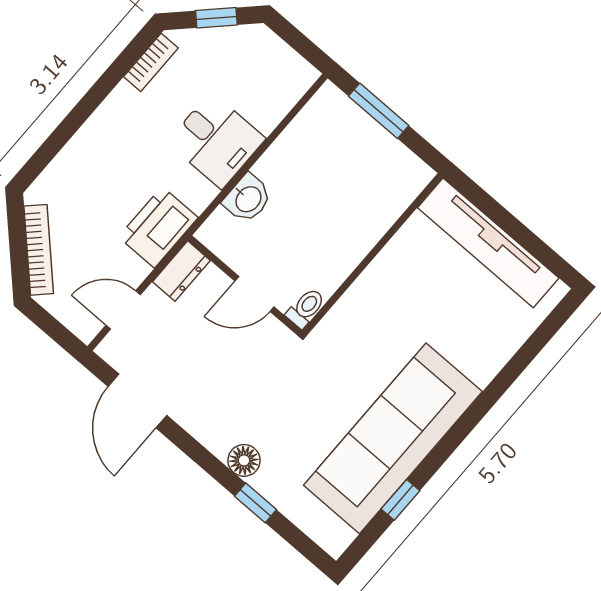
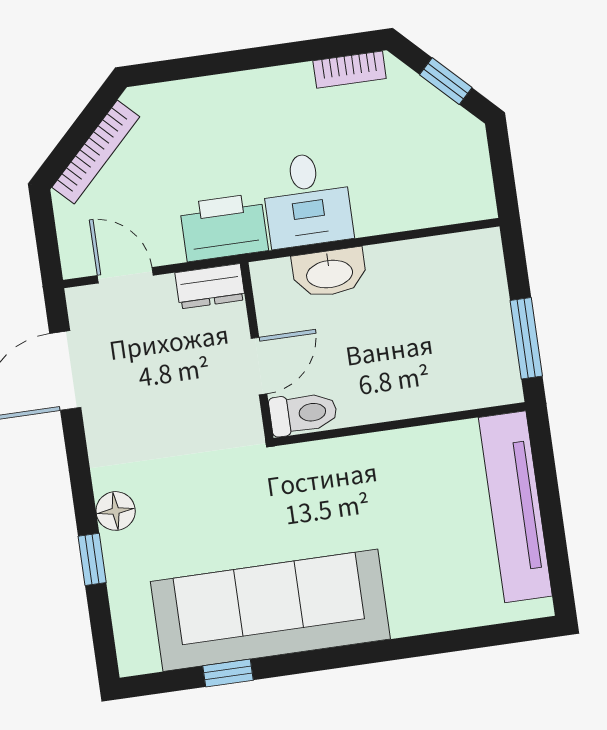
window: (379, 111) -> (526, 338), moved
desk: (216, 140) -> (307, 200), moved
washbasin: (248, 199) -> (329, 273), width x1.38
door: (254, 294) -> (259, 366), swing flipped
toilet: (306, 308) -> (303, 413), width x1.37, depth x1.39

